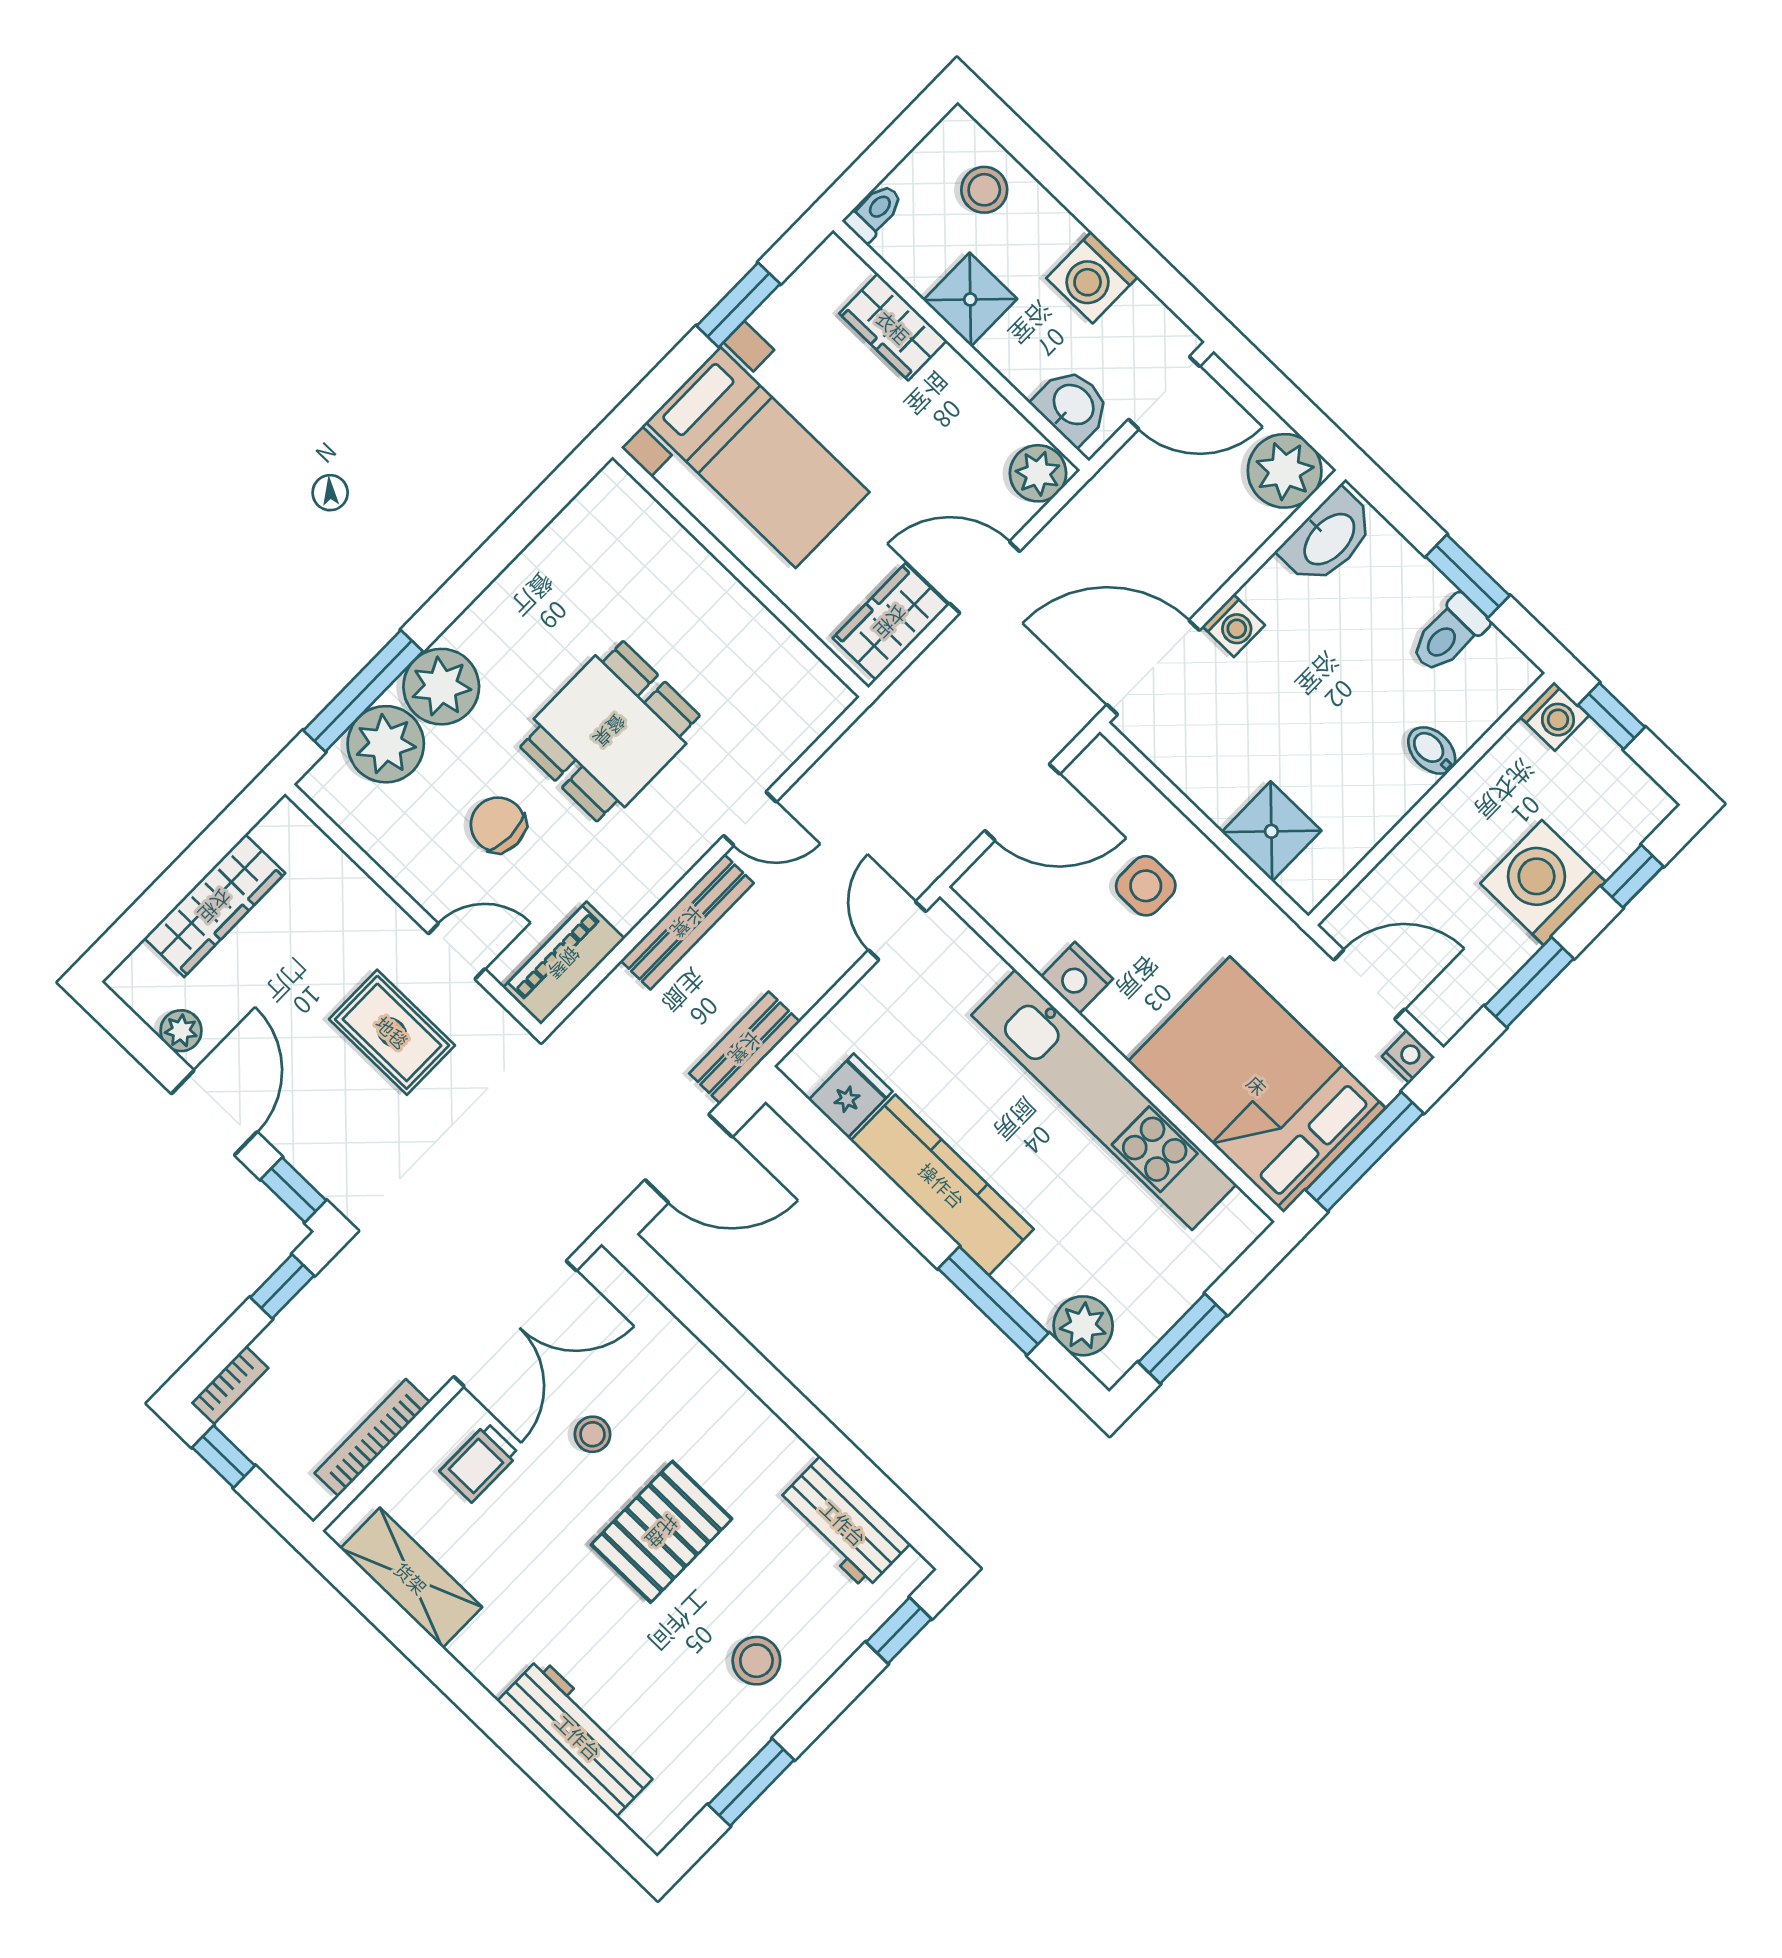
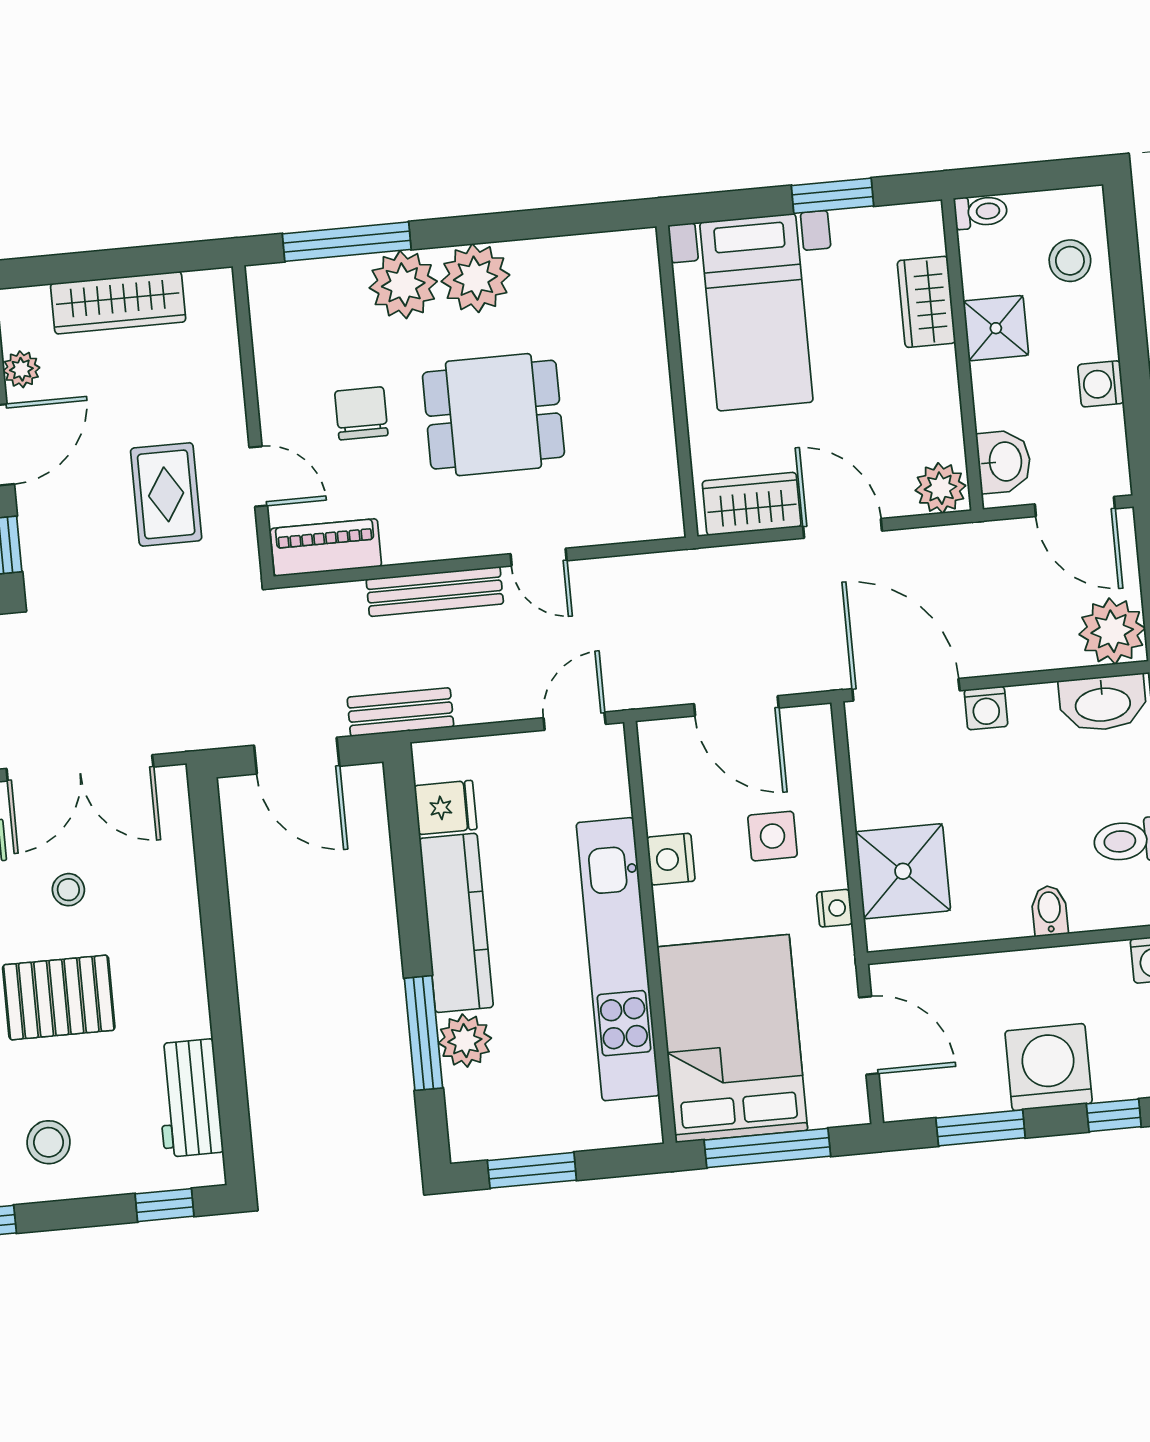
washing machine: (1092, 278) -> (1101, 384), width x0.73, depth x0.73
plant: (386, 744) -> (475, 278), moved
shower: (1271, 831) -> (903, 871), width x1.36, depth x1.36
nightstand: (1408, 1057) -> (835, 908), moved
plant: (1083, 1326) -> (465, 1041), moved

